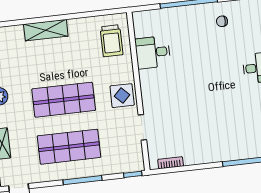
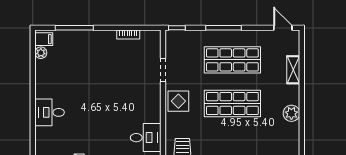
bookcase: (171, 163) -> (128, 34), moved

